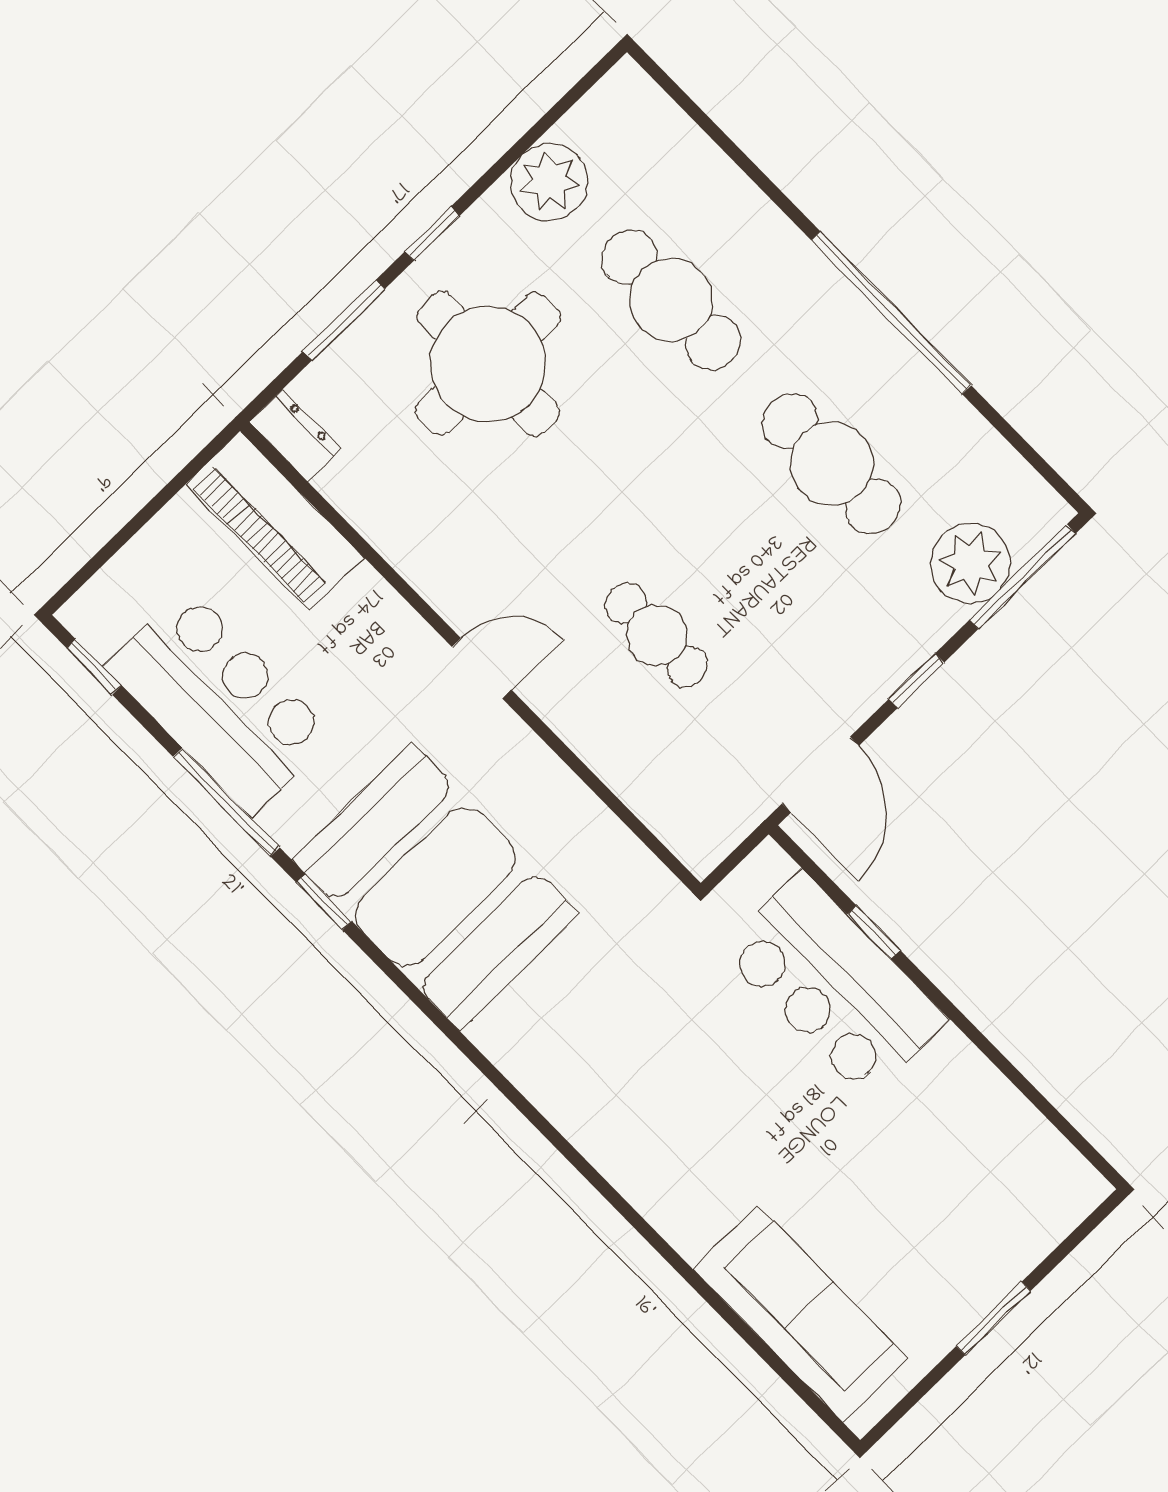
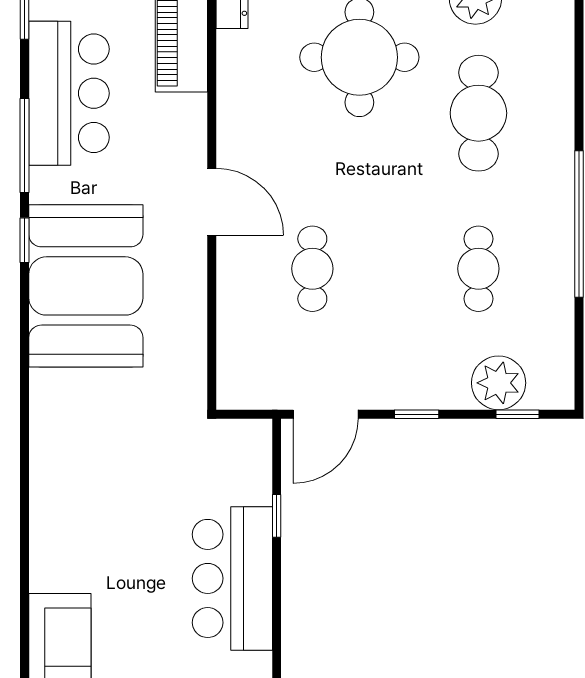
cafe table: (831, 464) -> (478, 269), width x0.73, depth x0.74
window: (1023, 577) -> (518, 414), width x0.46
door: (482, 668) -> (212, 202), width x1.38
bar counter: (834, 985) -> (232, 578), moved

